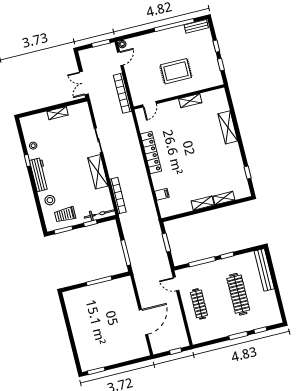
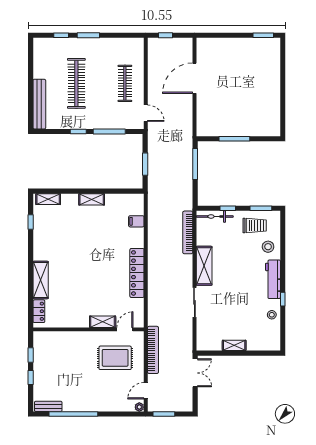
rug: (176, 71) -> (115, 358), moved
shelving: (190, 101) -> (103, 322), moved
locker: (223, 102) -> (39, 311), added
shelving: (224, 198) -> (48, 199), moved

